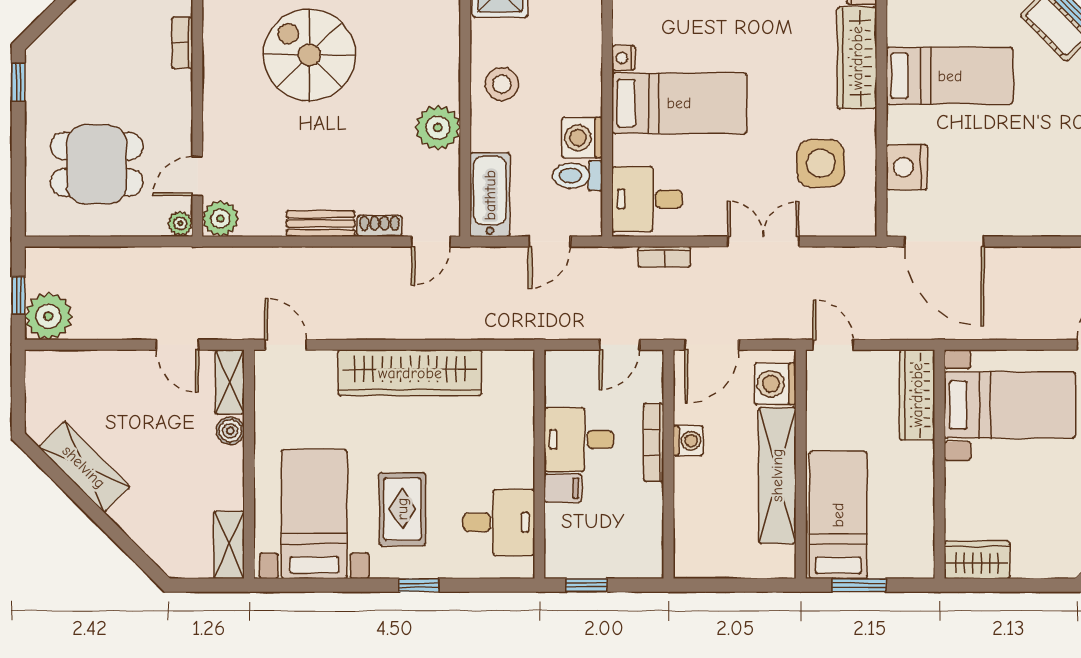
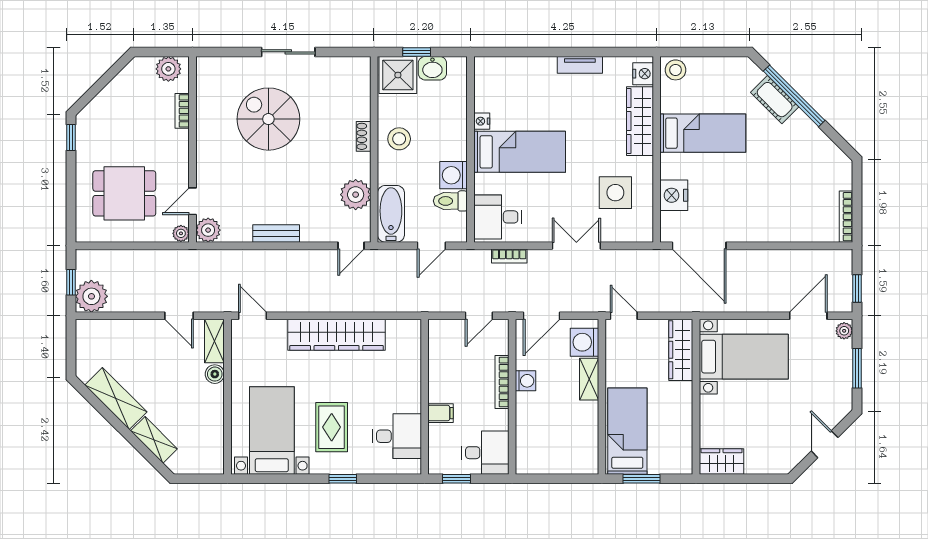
plant: (438, 128) -> (356, 195), moved
shoe rack: (379, 226) -> (364, 136), moved, turned -90
desk: (579, 439) -> (485, 453), moved, turned 180
shelving: (777, 475) -> (589, 379), width x0.45, depth x0.75
shelving: (229, 545) -> (154, 440), moved, turned -45

